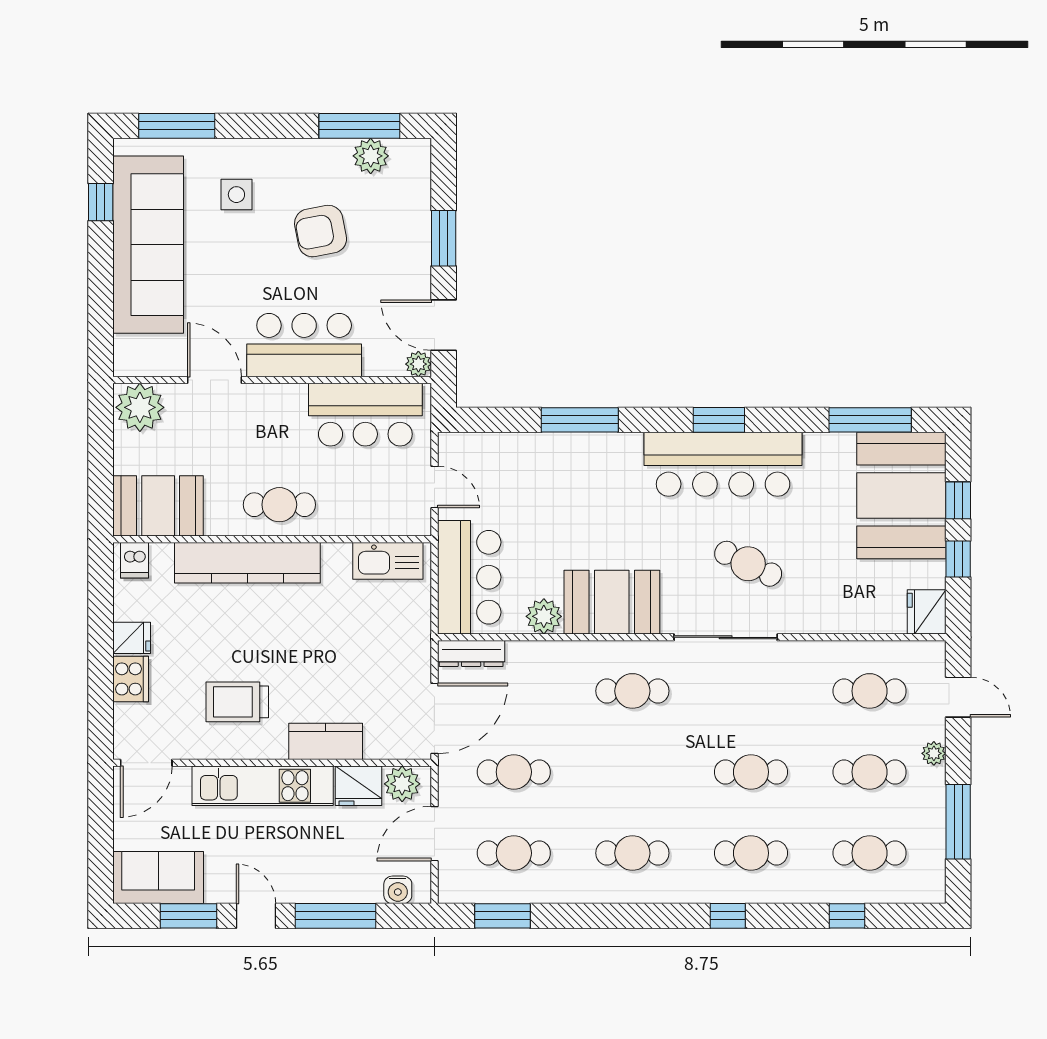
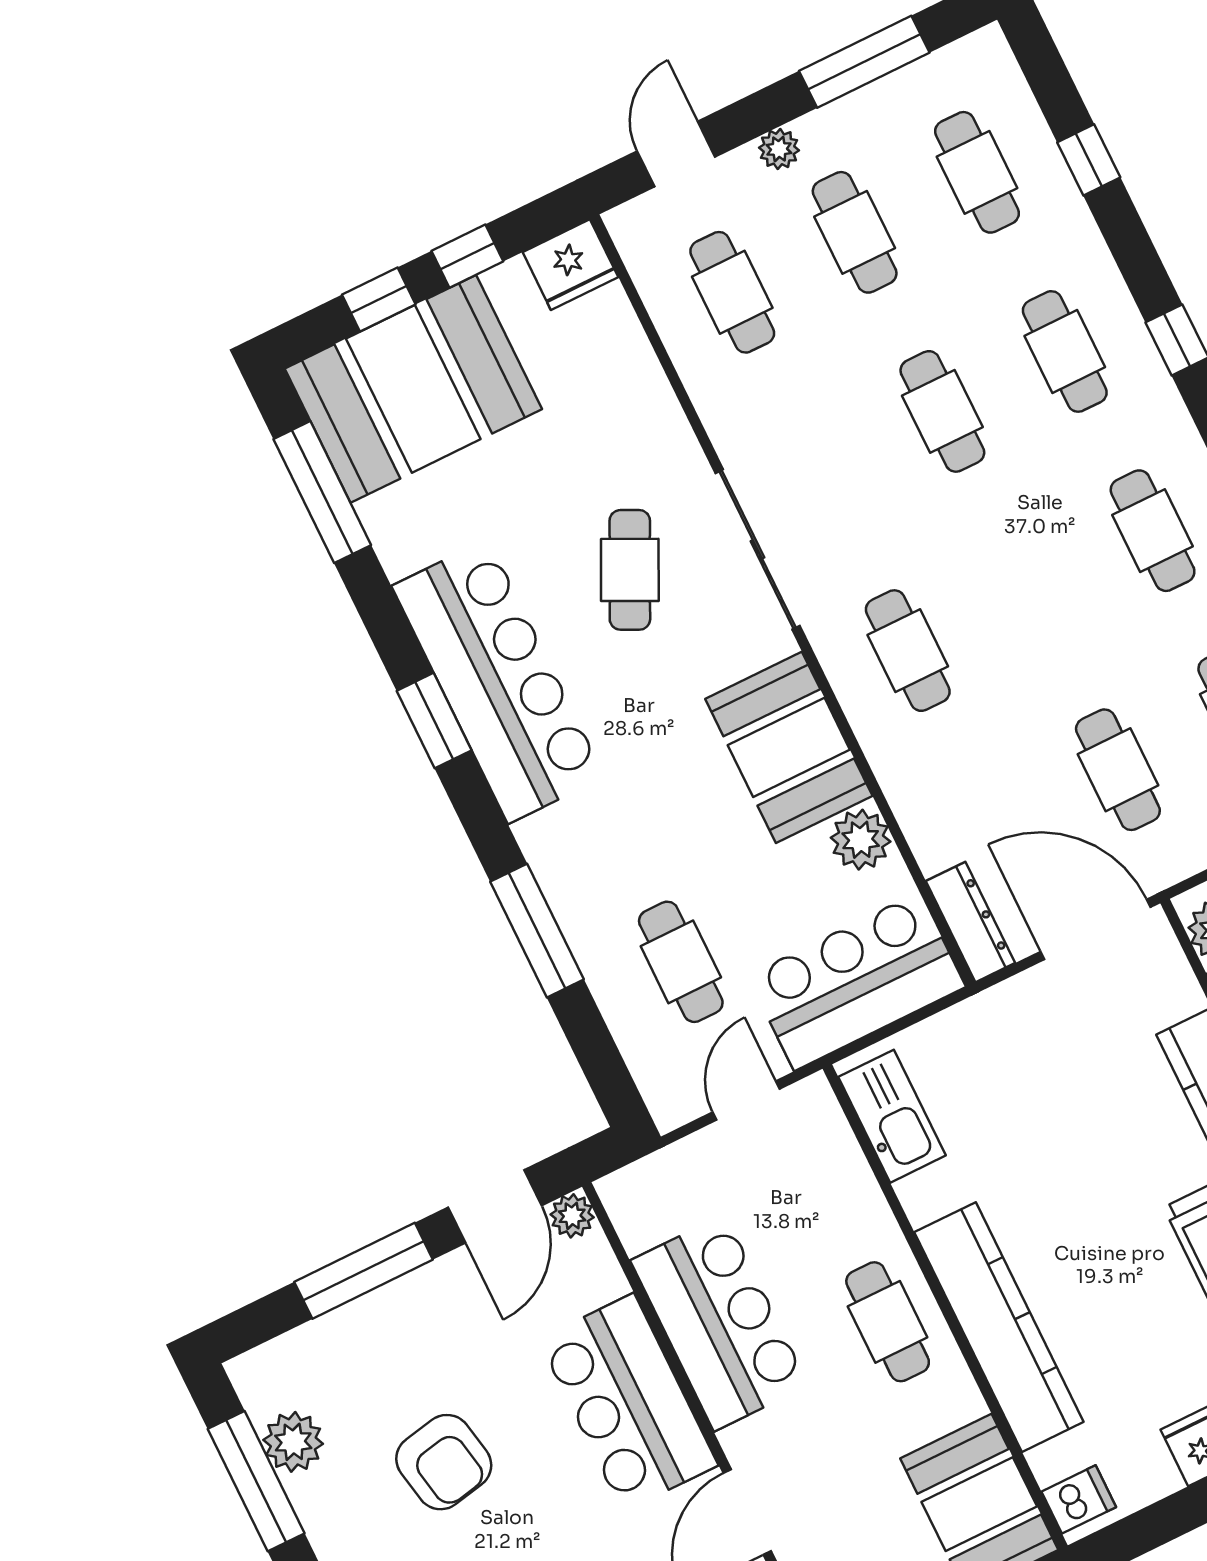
window: (444, 238) -> (364, 1271), width x1.44
bar counter: (365, 415) -> (719, 1323), moved
cafe table: (526, 488) -> (681, 962), added

